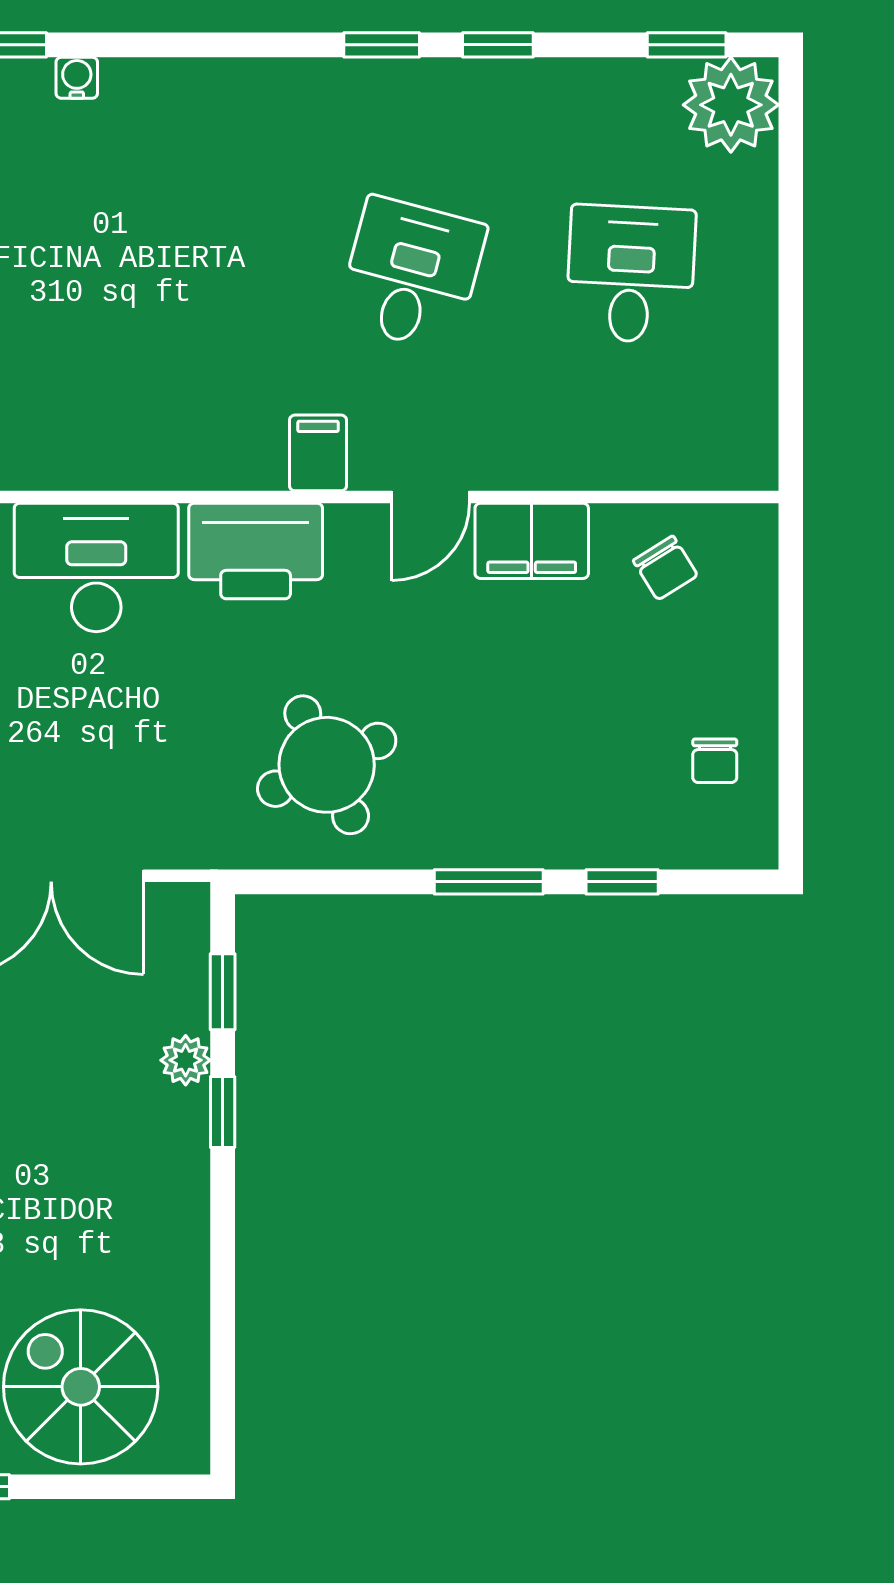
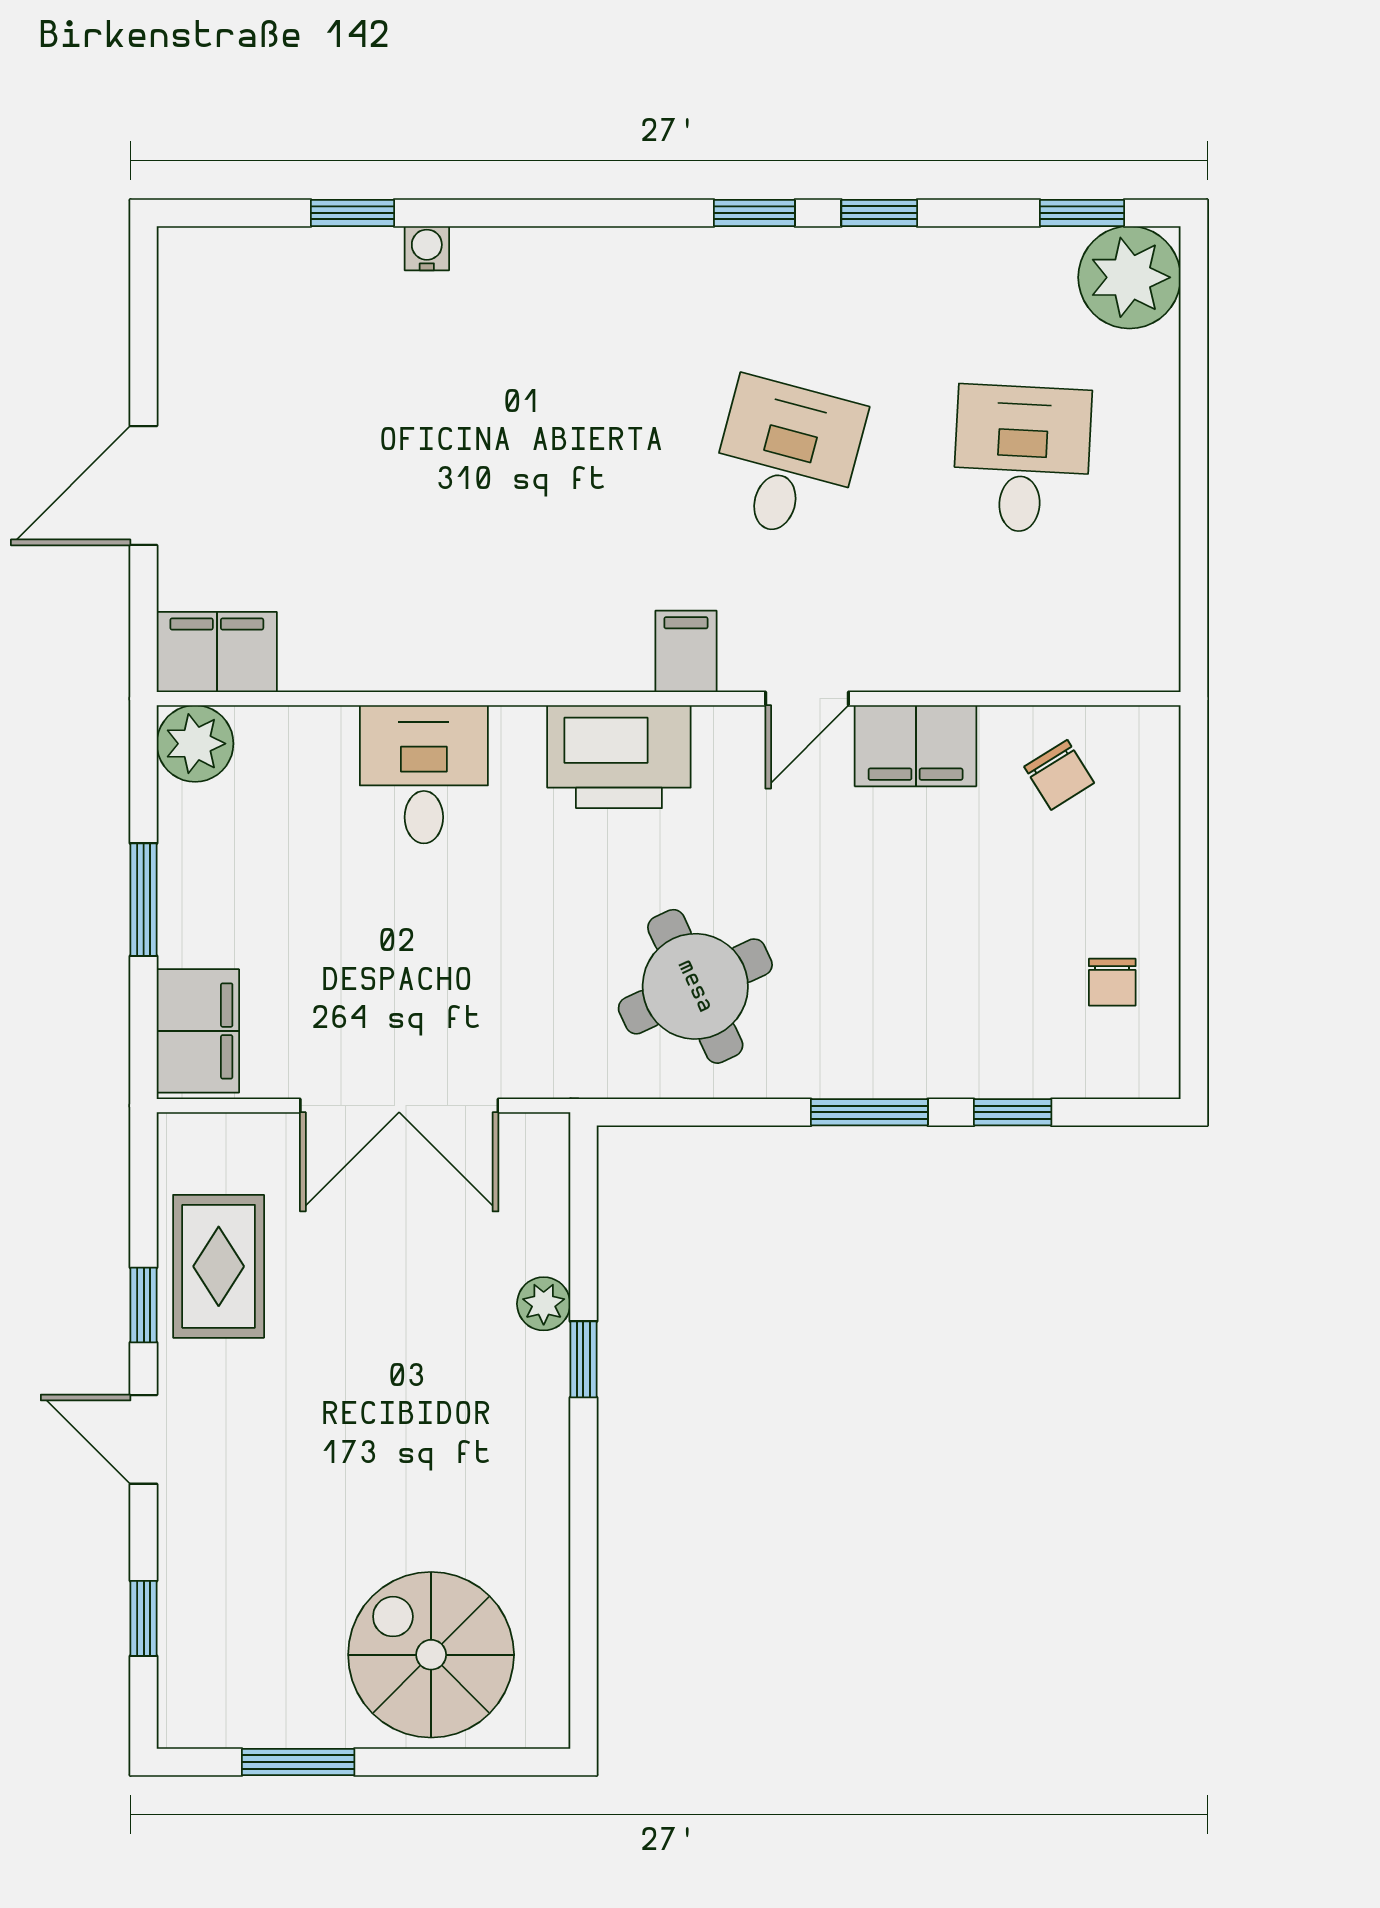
desk: (96, 567) -> (424, 774), width x0.73
window: (223, 992) -> (583, 1230), removed

